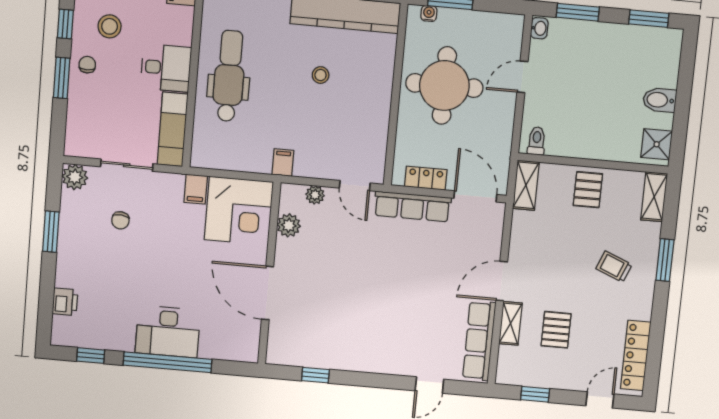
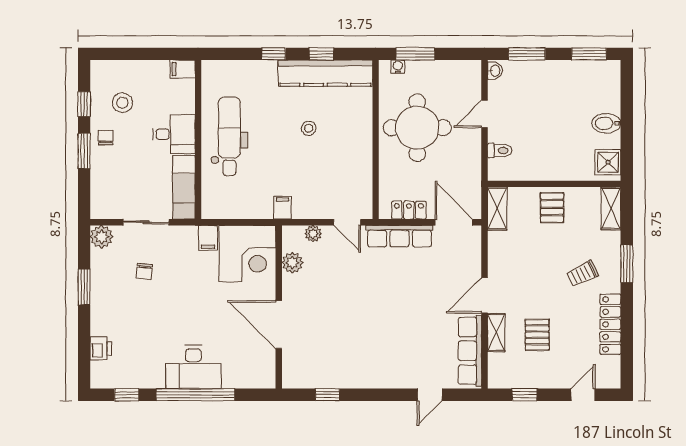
toilet: (537, 141) -> (500, 151), moved, turned 90
trolley: (614, 267) -> (582, 274), turned -48
locker: (636, 355) -> (610, 324), moved

